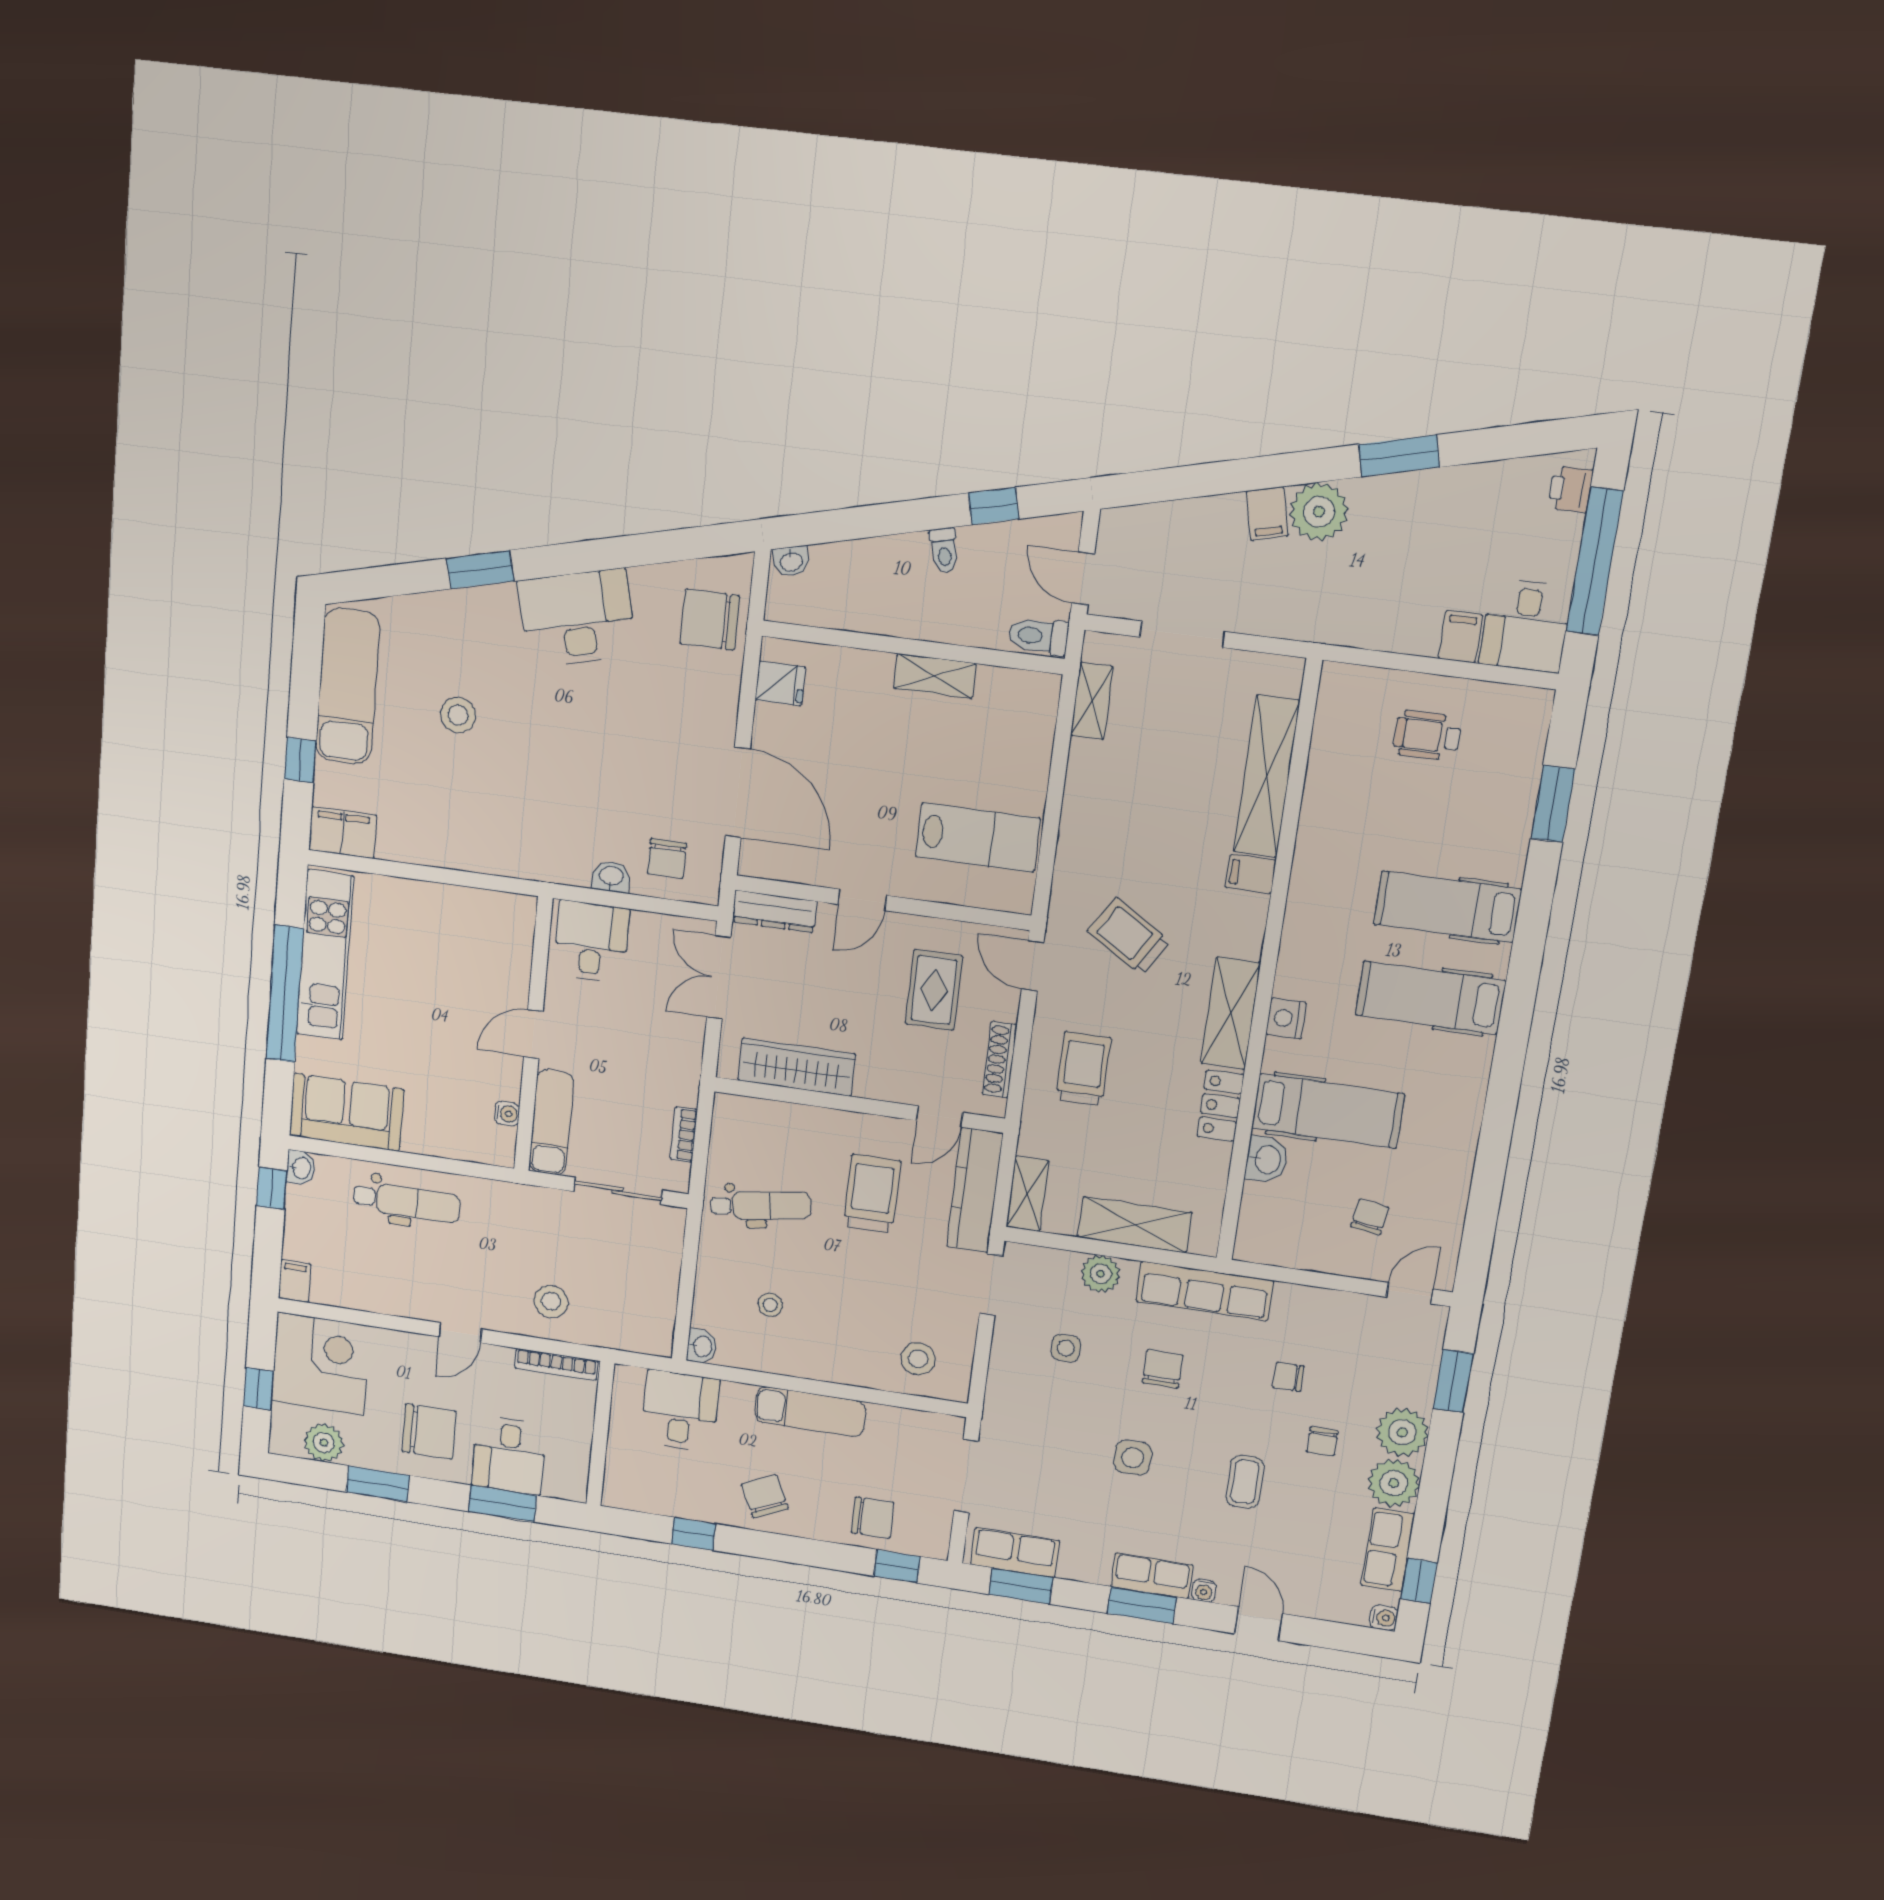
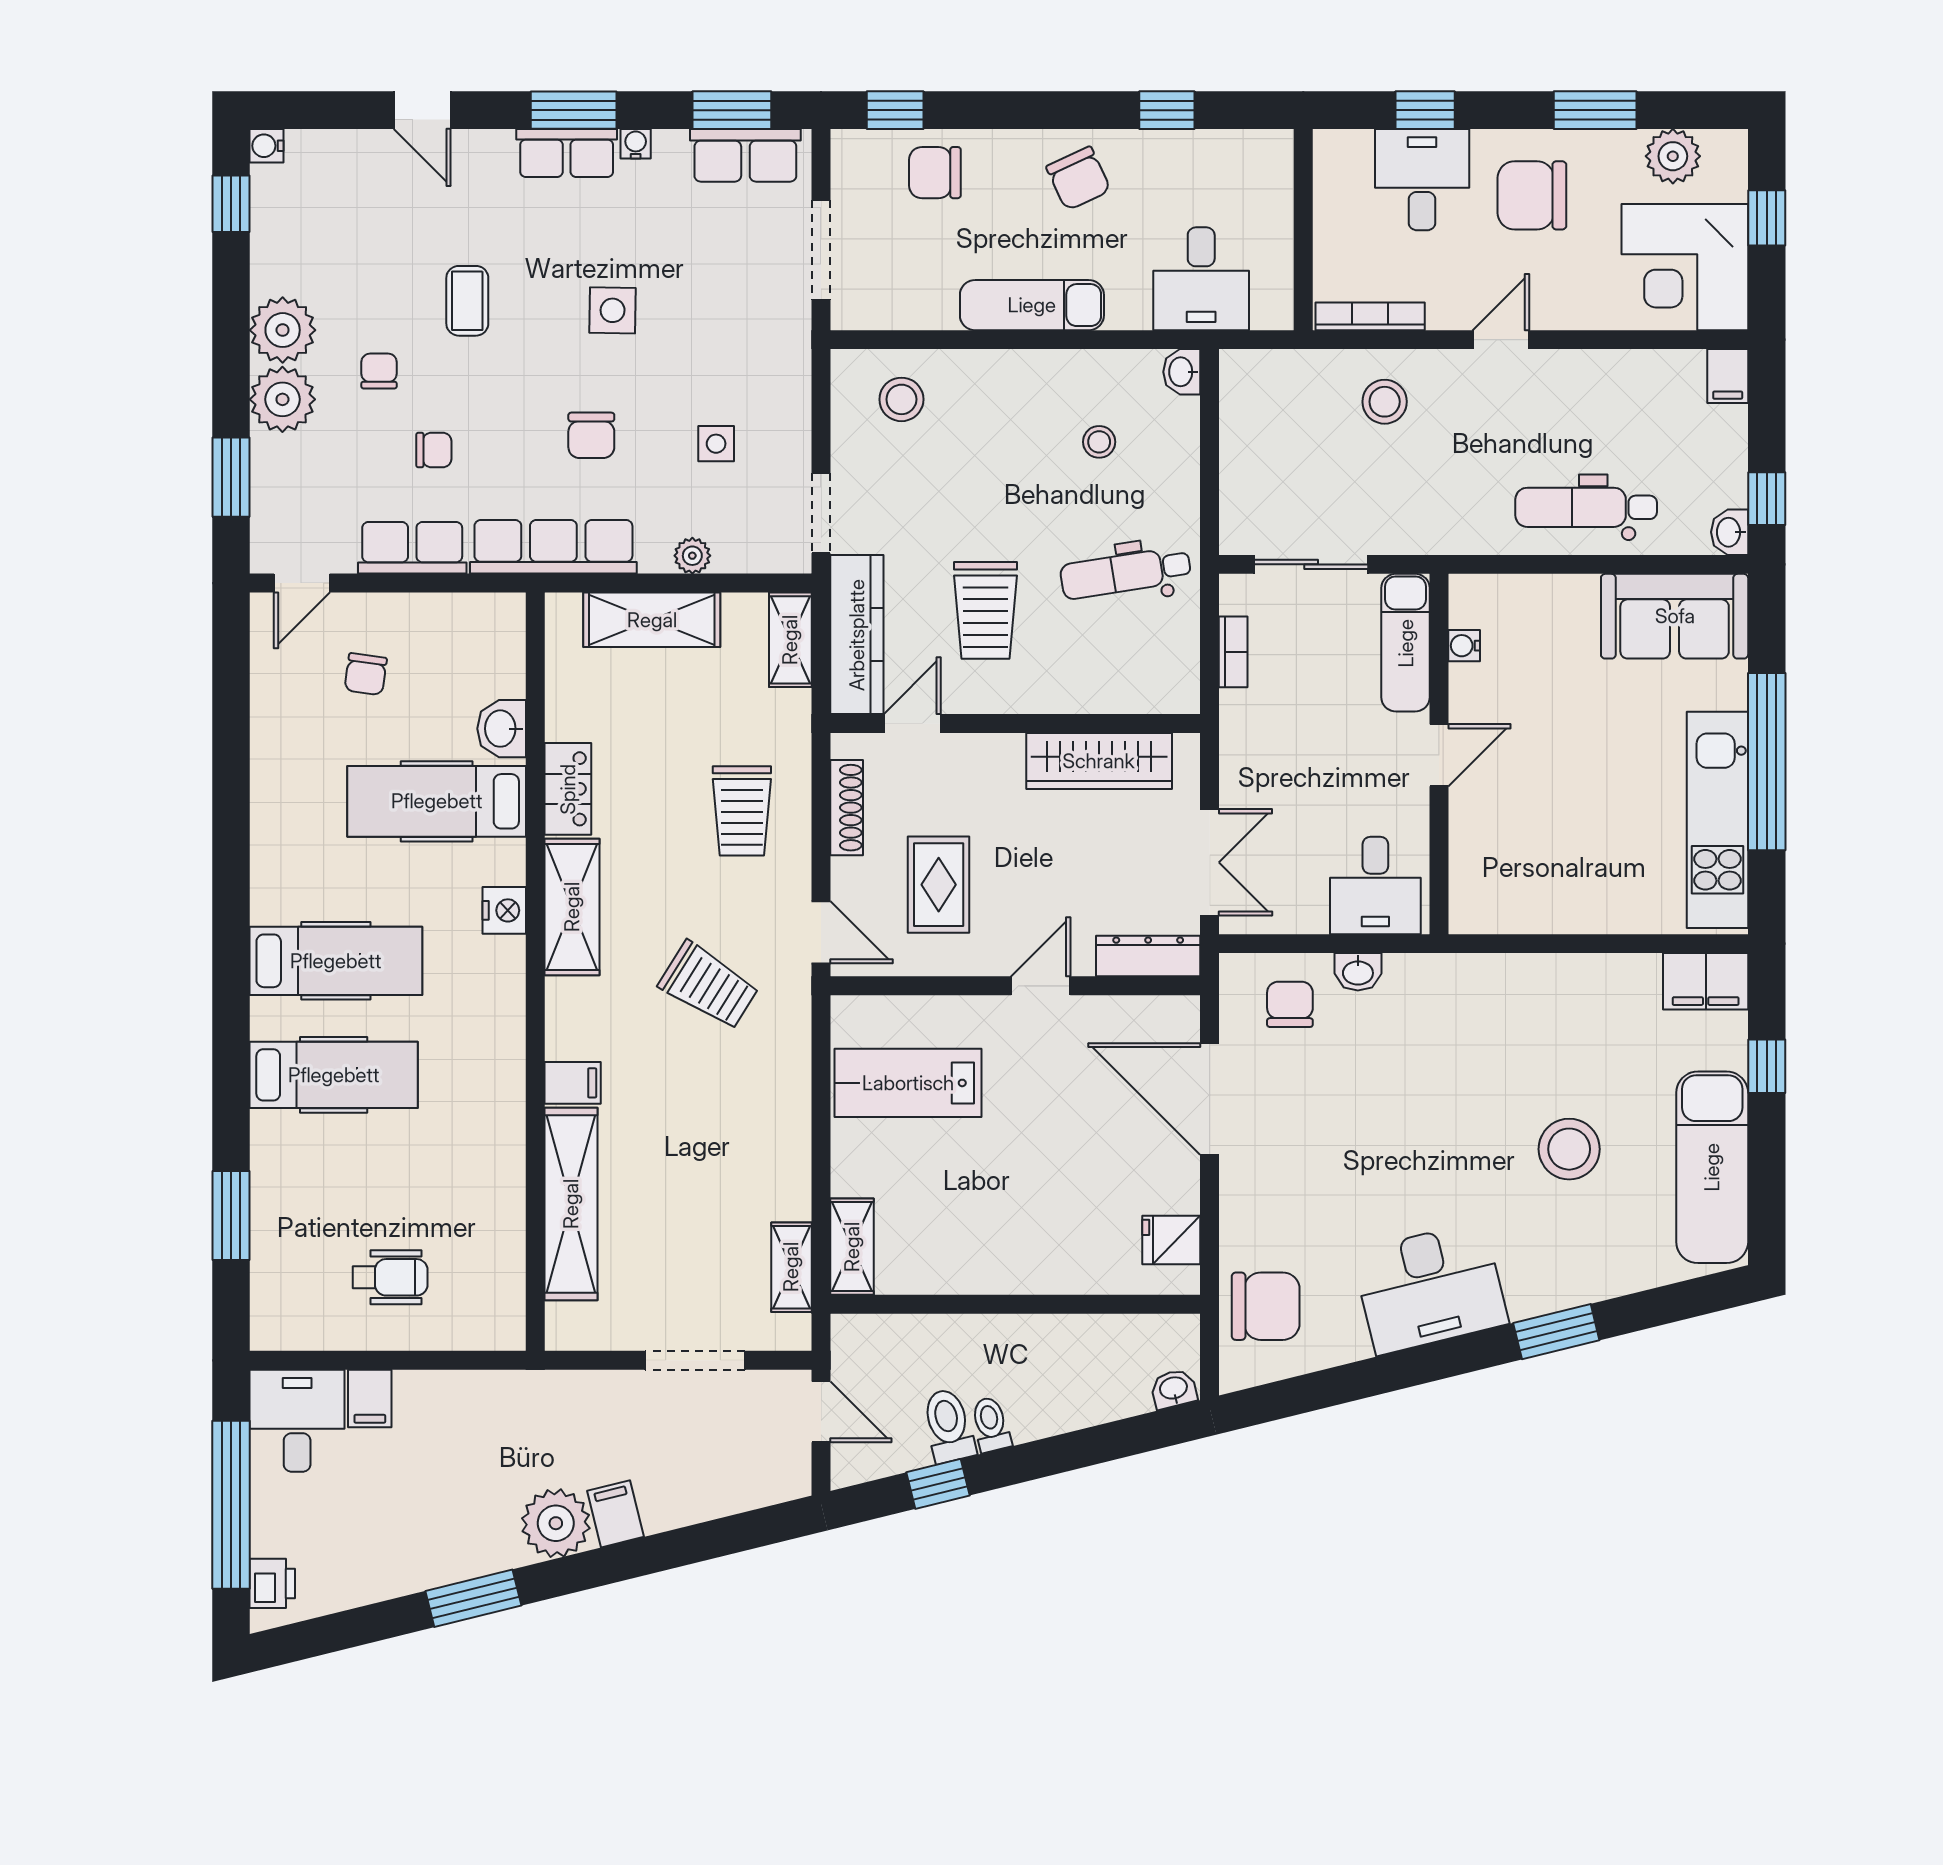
toilet: (1038, 636) -> (948, 1426), moved, turned -104
shelving: (935, 676) -> (852, 1247), moved, turned 90
stool: (458, 715) -> (1569, 1149), width x1.38, depth x1.38
plant: (1101, 1274) -> (692, 556), width x0.73, depth x0.73
window: (502, 1504) -> (1425, 110), width x0.67
row of seats: (1388, 1550) -> (412, 548), moved, turned -90
water cooler: (1204, 1591) -> (636, 144), moved

